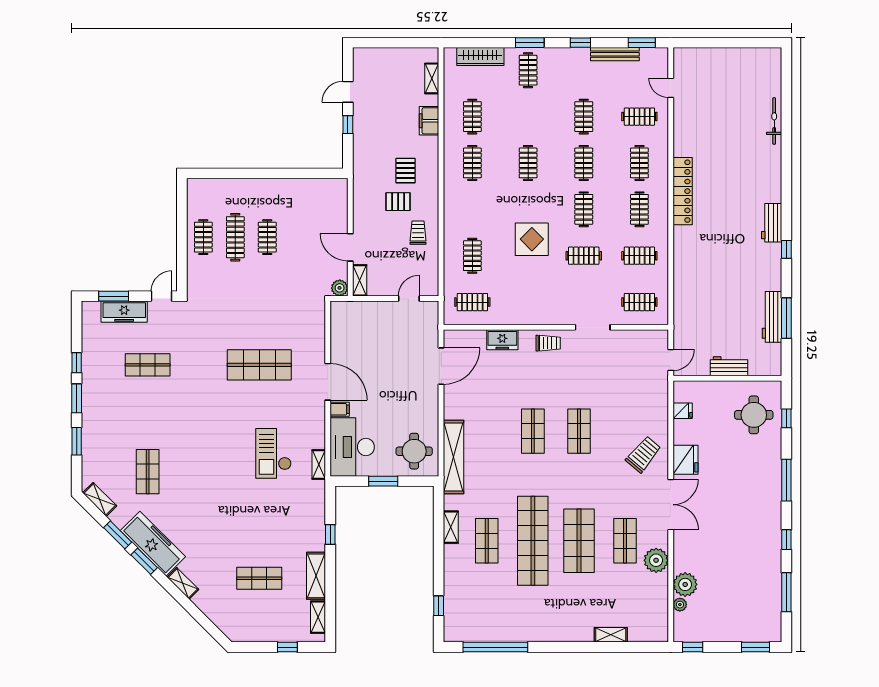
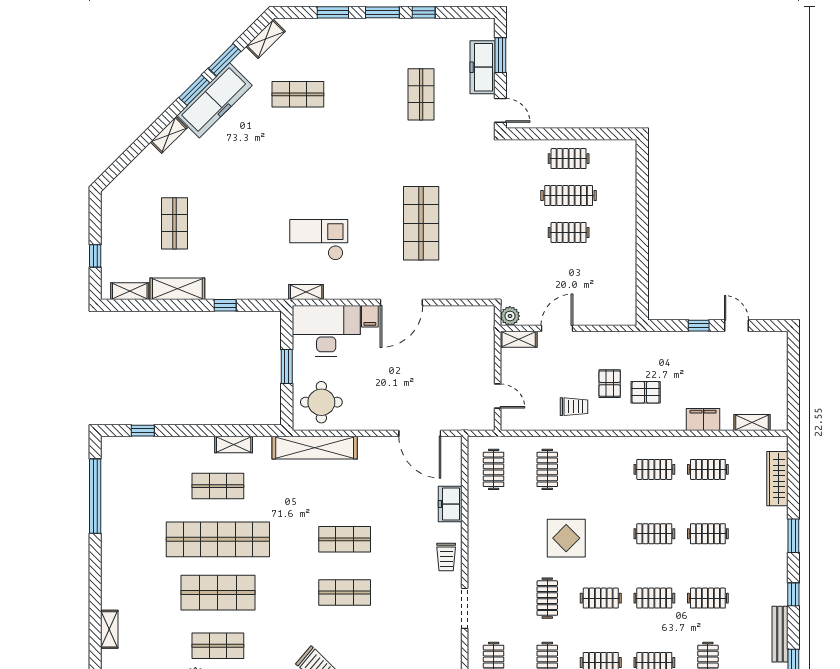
clothes rail: (528, 70) -> (708, 534), moved
clothes rail: (472, 256) -> (547, 469), turned 90

